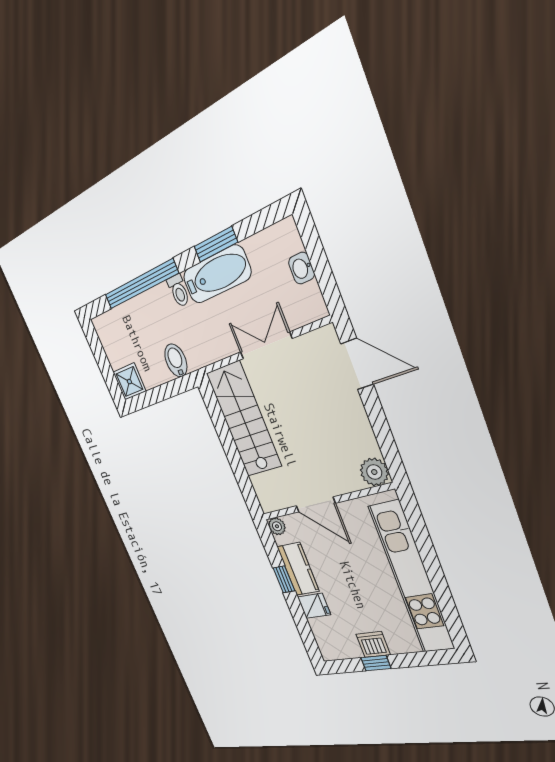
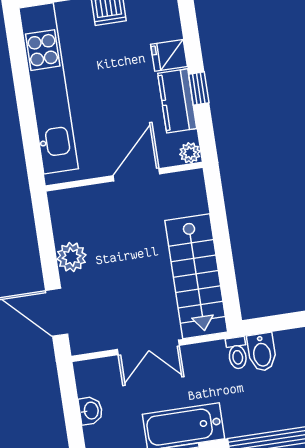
toilet: (179, 291) -> (237, 353), moved, turned 180
plant: (374, 472) -> (71, 257), moved
door: (316, 505) -> (136, 175), hinge flipped

